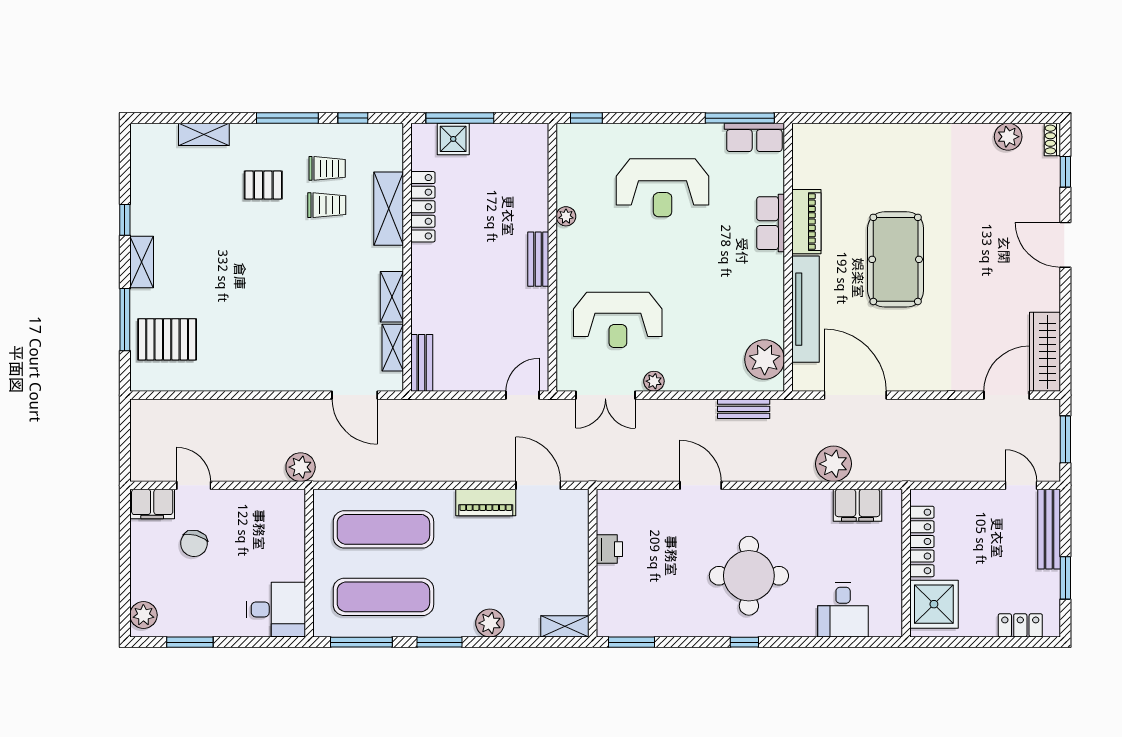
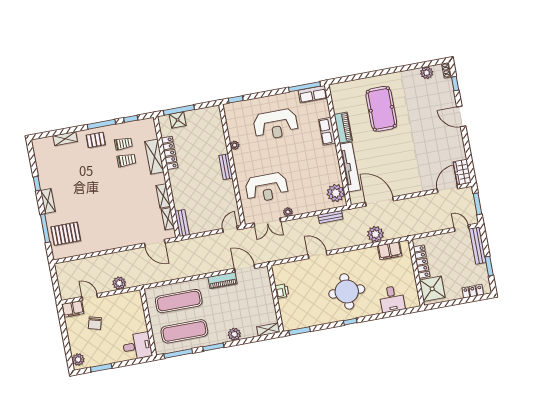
pallet: (263, 185) -> (96, 140), moved
pool table: (896, 259) -> (381, 109), moved
wardrobe: (1045, 352) -> (462, 172), width x0.67
plant: (301, 467) -> (119, 283), moved

